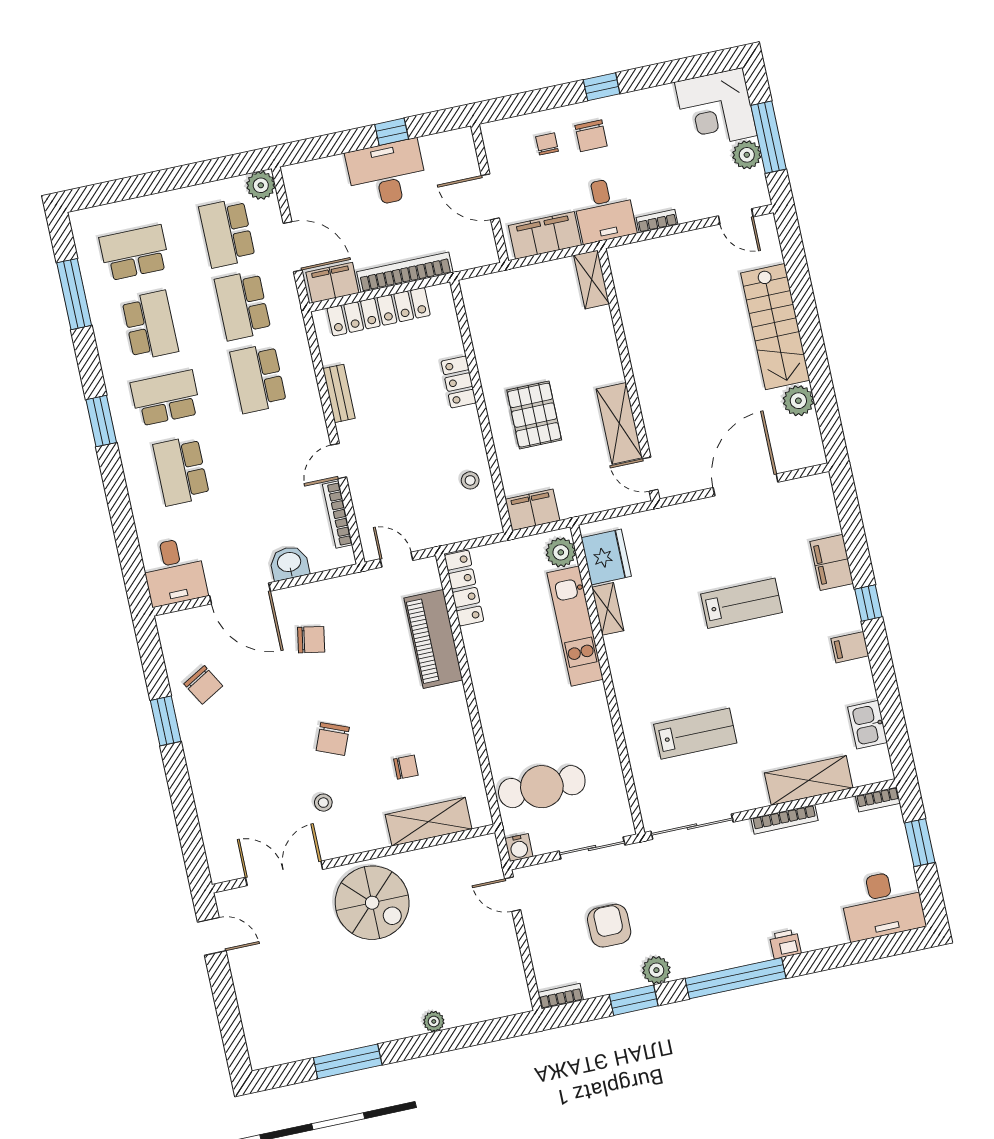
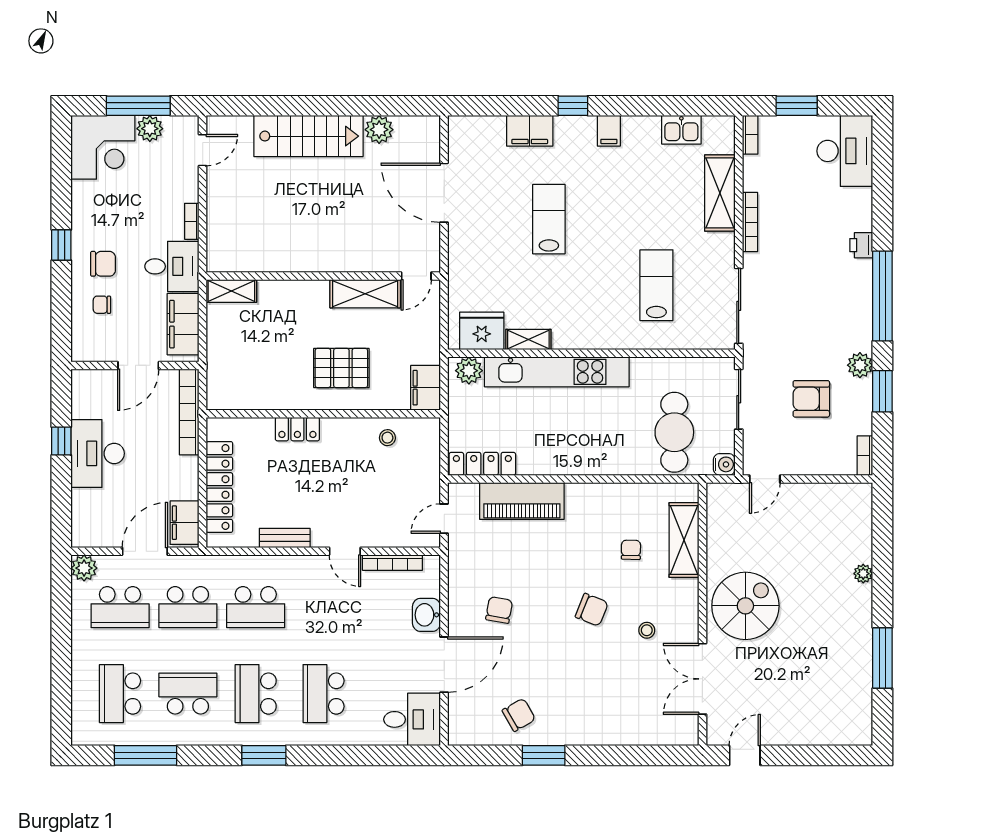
bookcase: (405, 272) -> (189, 412), moved
school desk: (181, 471) -> (324, 694), turned 90
kitchen unit: (575, 626) -> (557, 372), width x1.36

